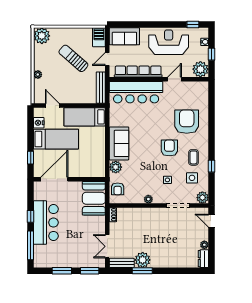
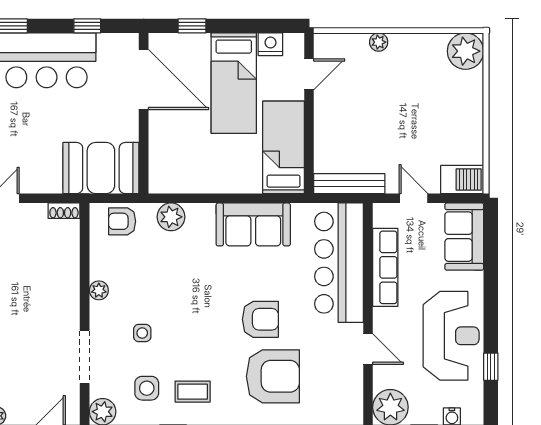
window: (193, 25) -> (491, 367), moved
sun lounger: (73, 58) -> (415, 122), removed
row of seats: (138, 72) -> (385, 267), width x0.73
sofa: (119, 143) -> (253, 224), moved
armchair: (169, 148) -> (260, 319), moved
window: (31, 216) -> (87, 26), moved

